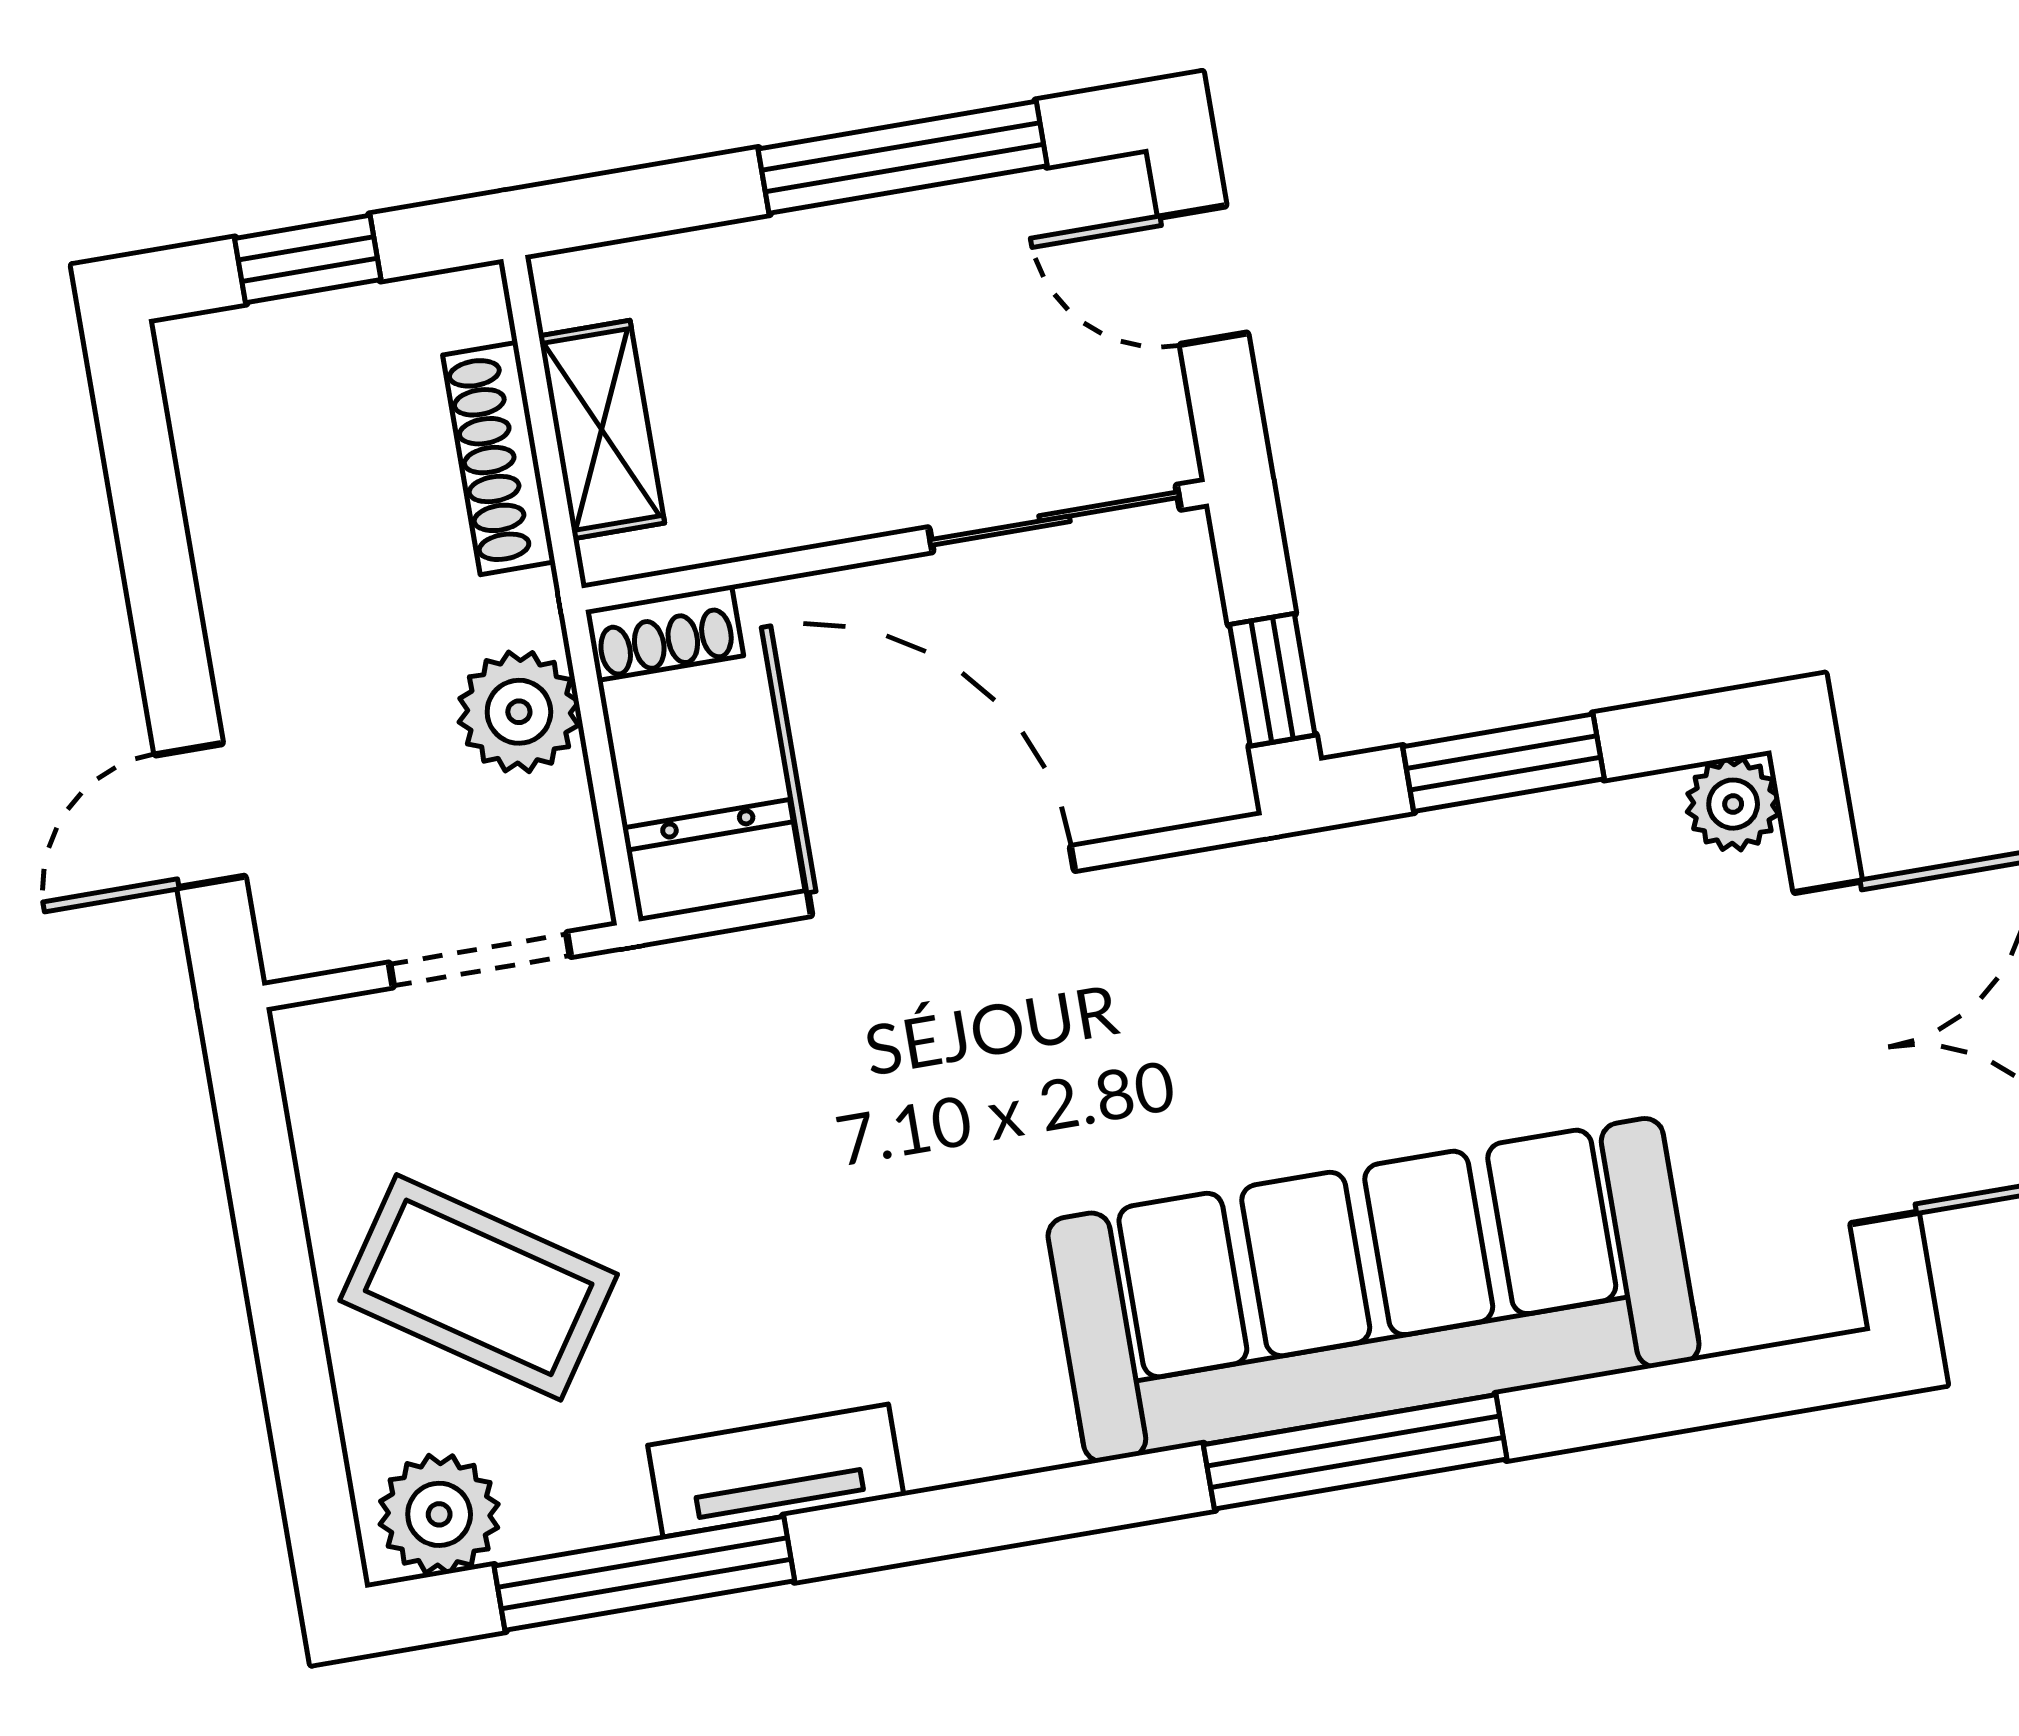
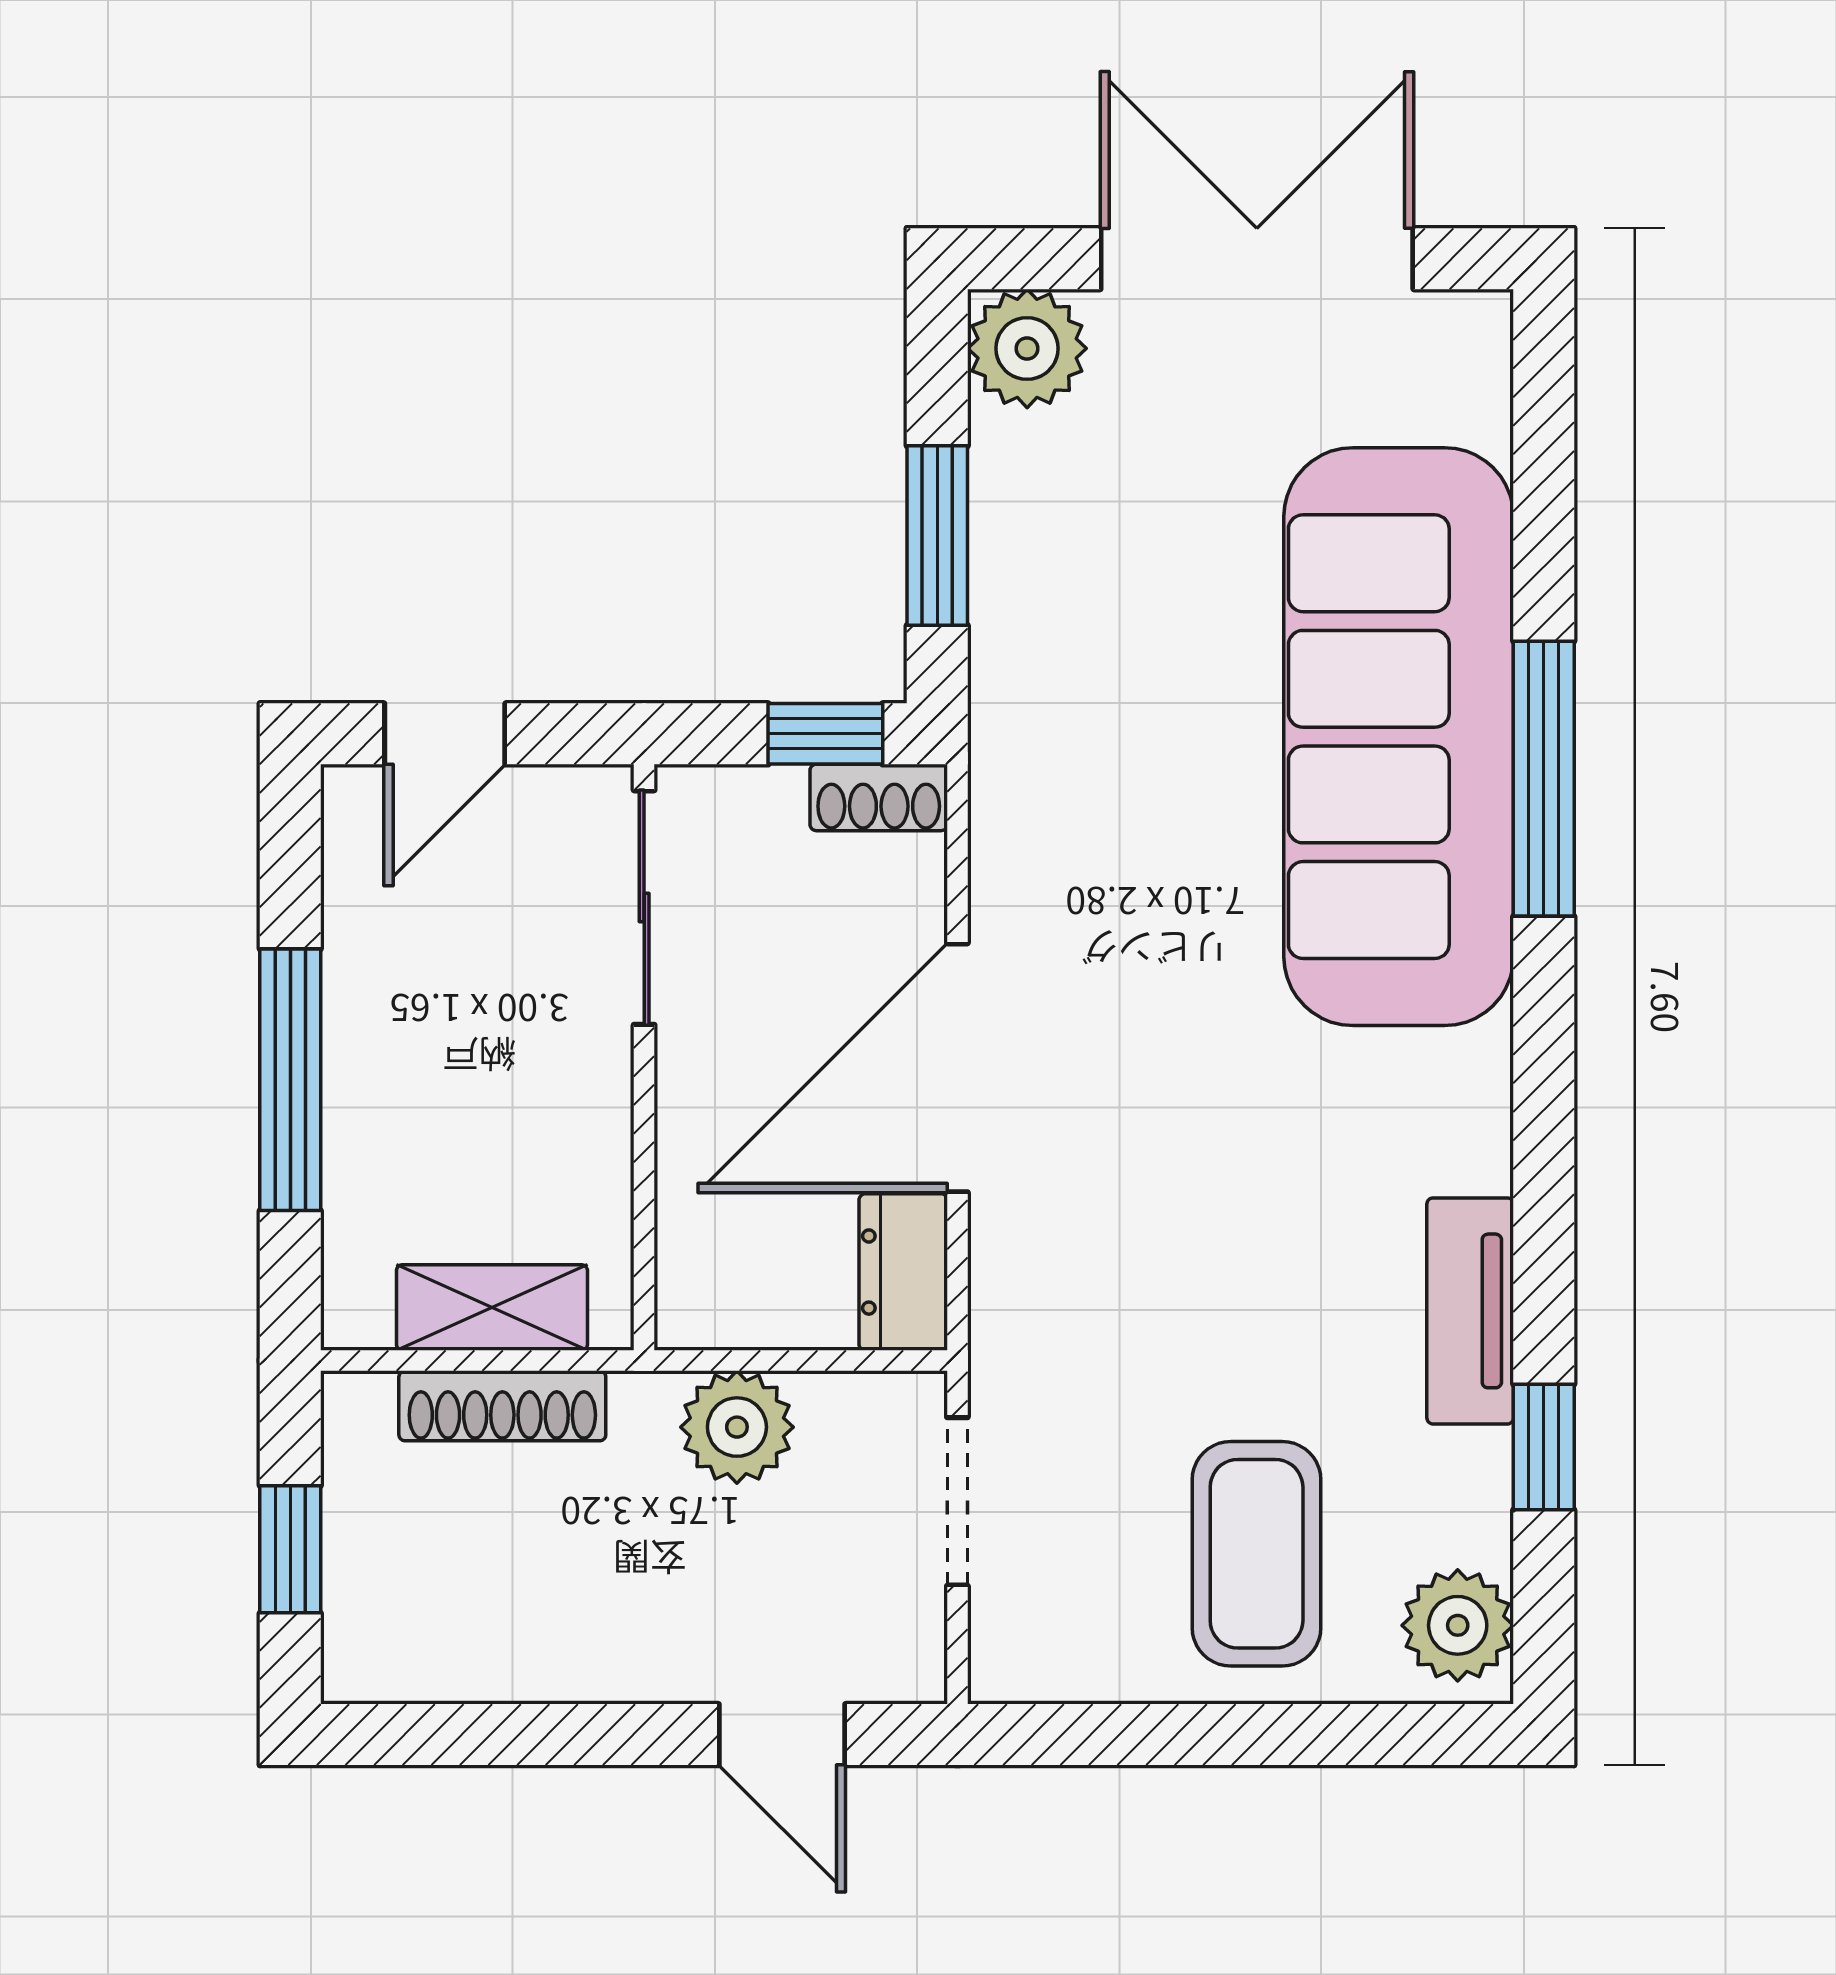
window: (903, 157) -> (290, 1080), moved
shoe rack: (664, 633) -> (879, 797), moved, turned 90
plant: (1733, 804) -> (1027, 348), width x1.38, depth x1.38
coffee table: (479, 1287) -> (1257, 1554), turned -34
window: (644, 1573) -> (1544, 1447), width x0.46

